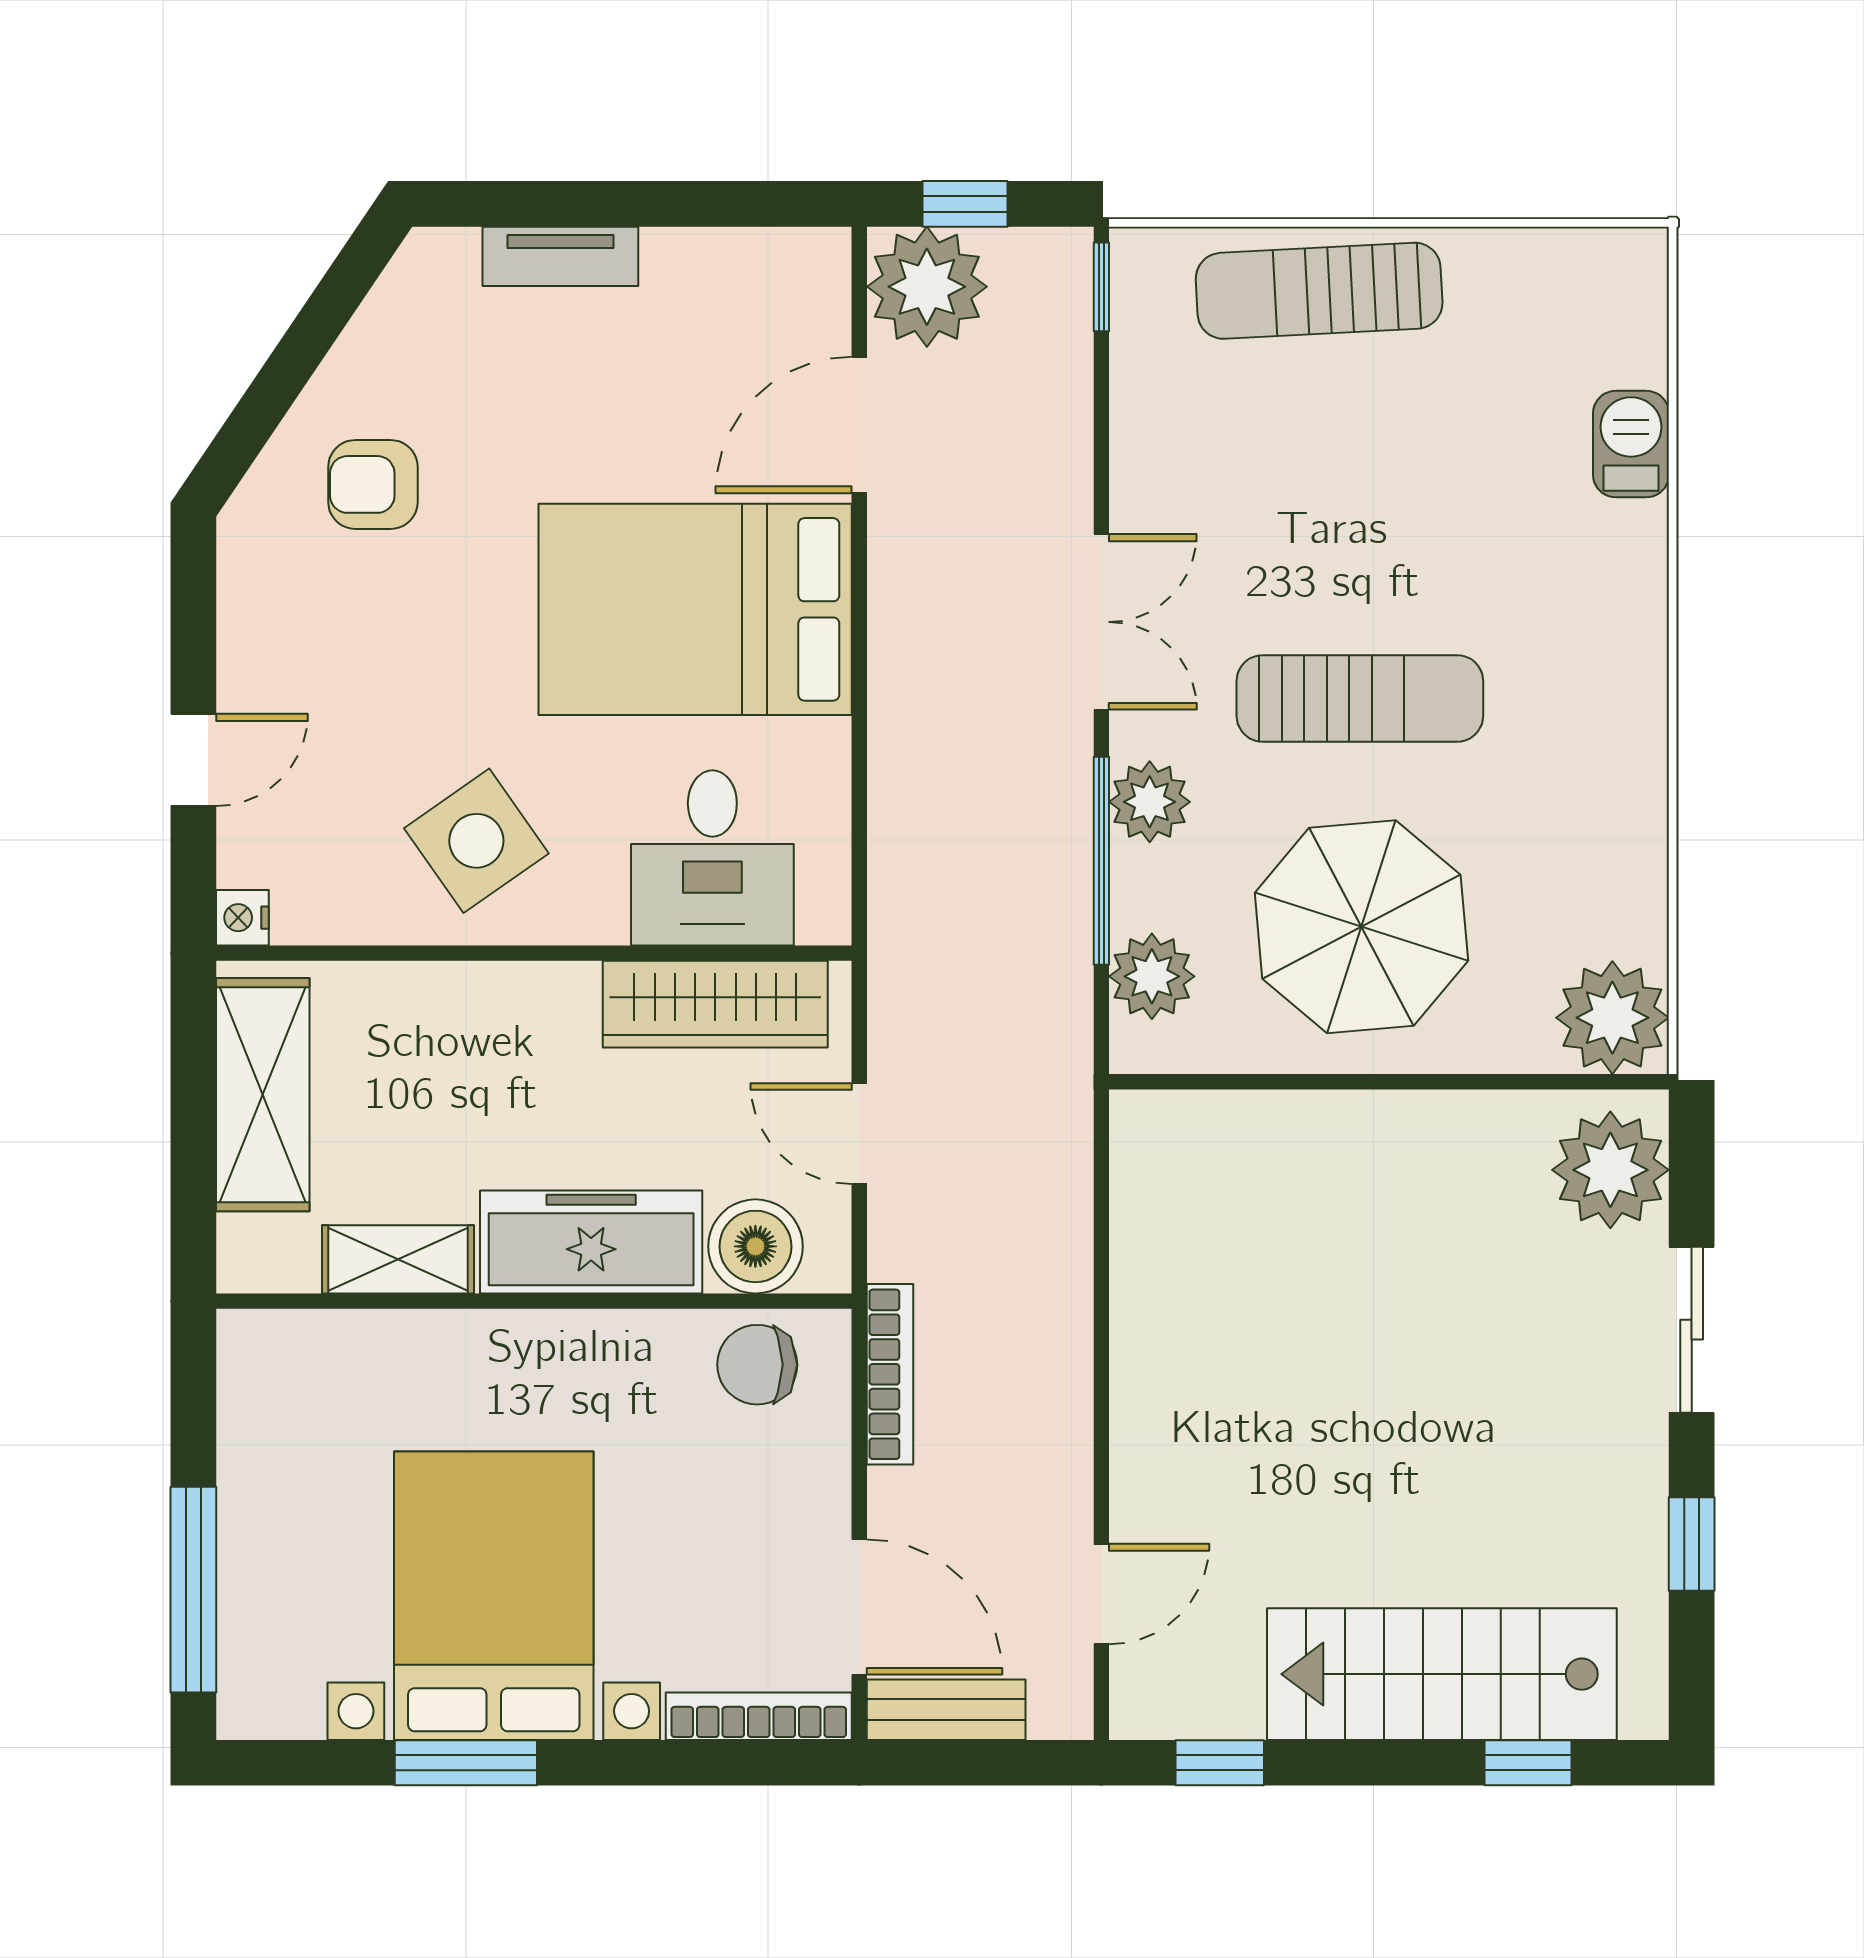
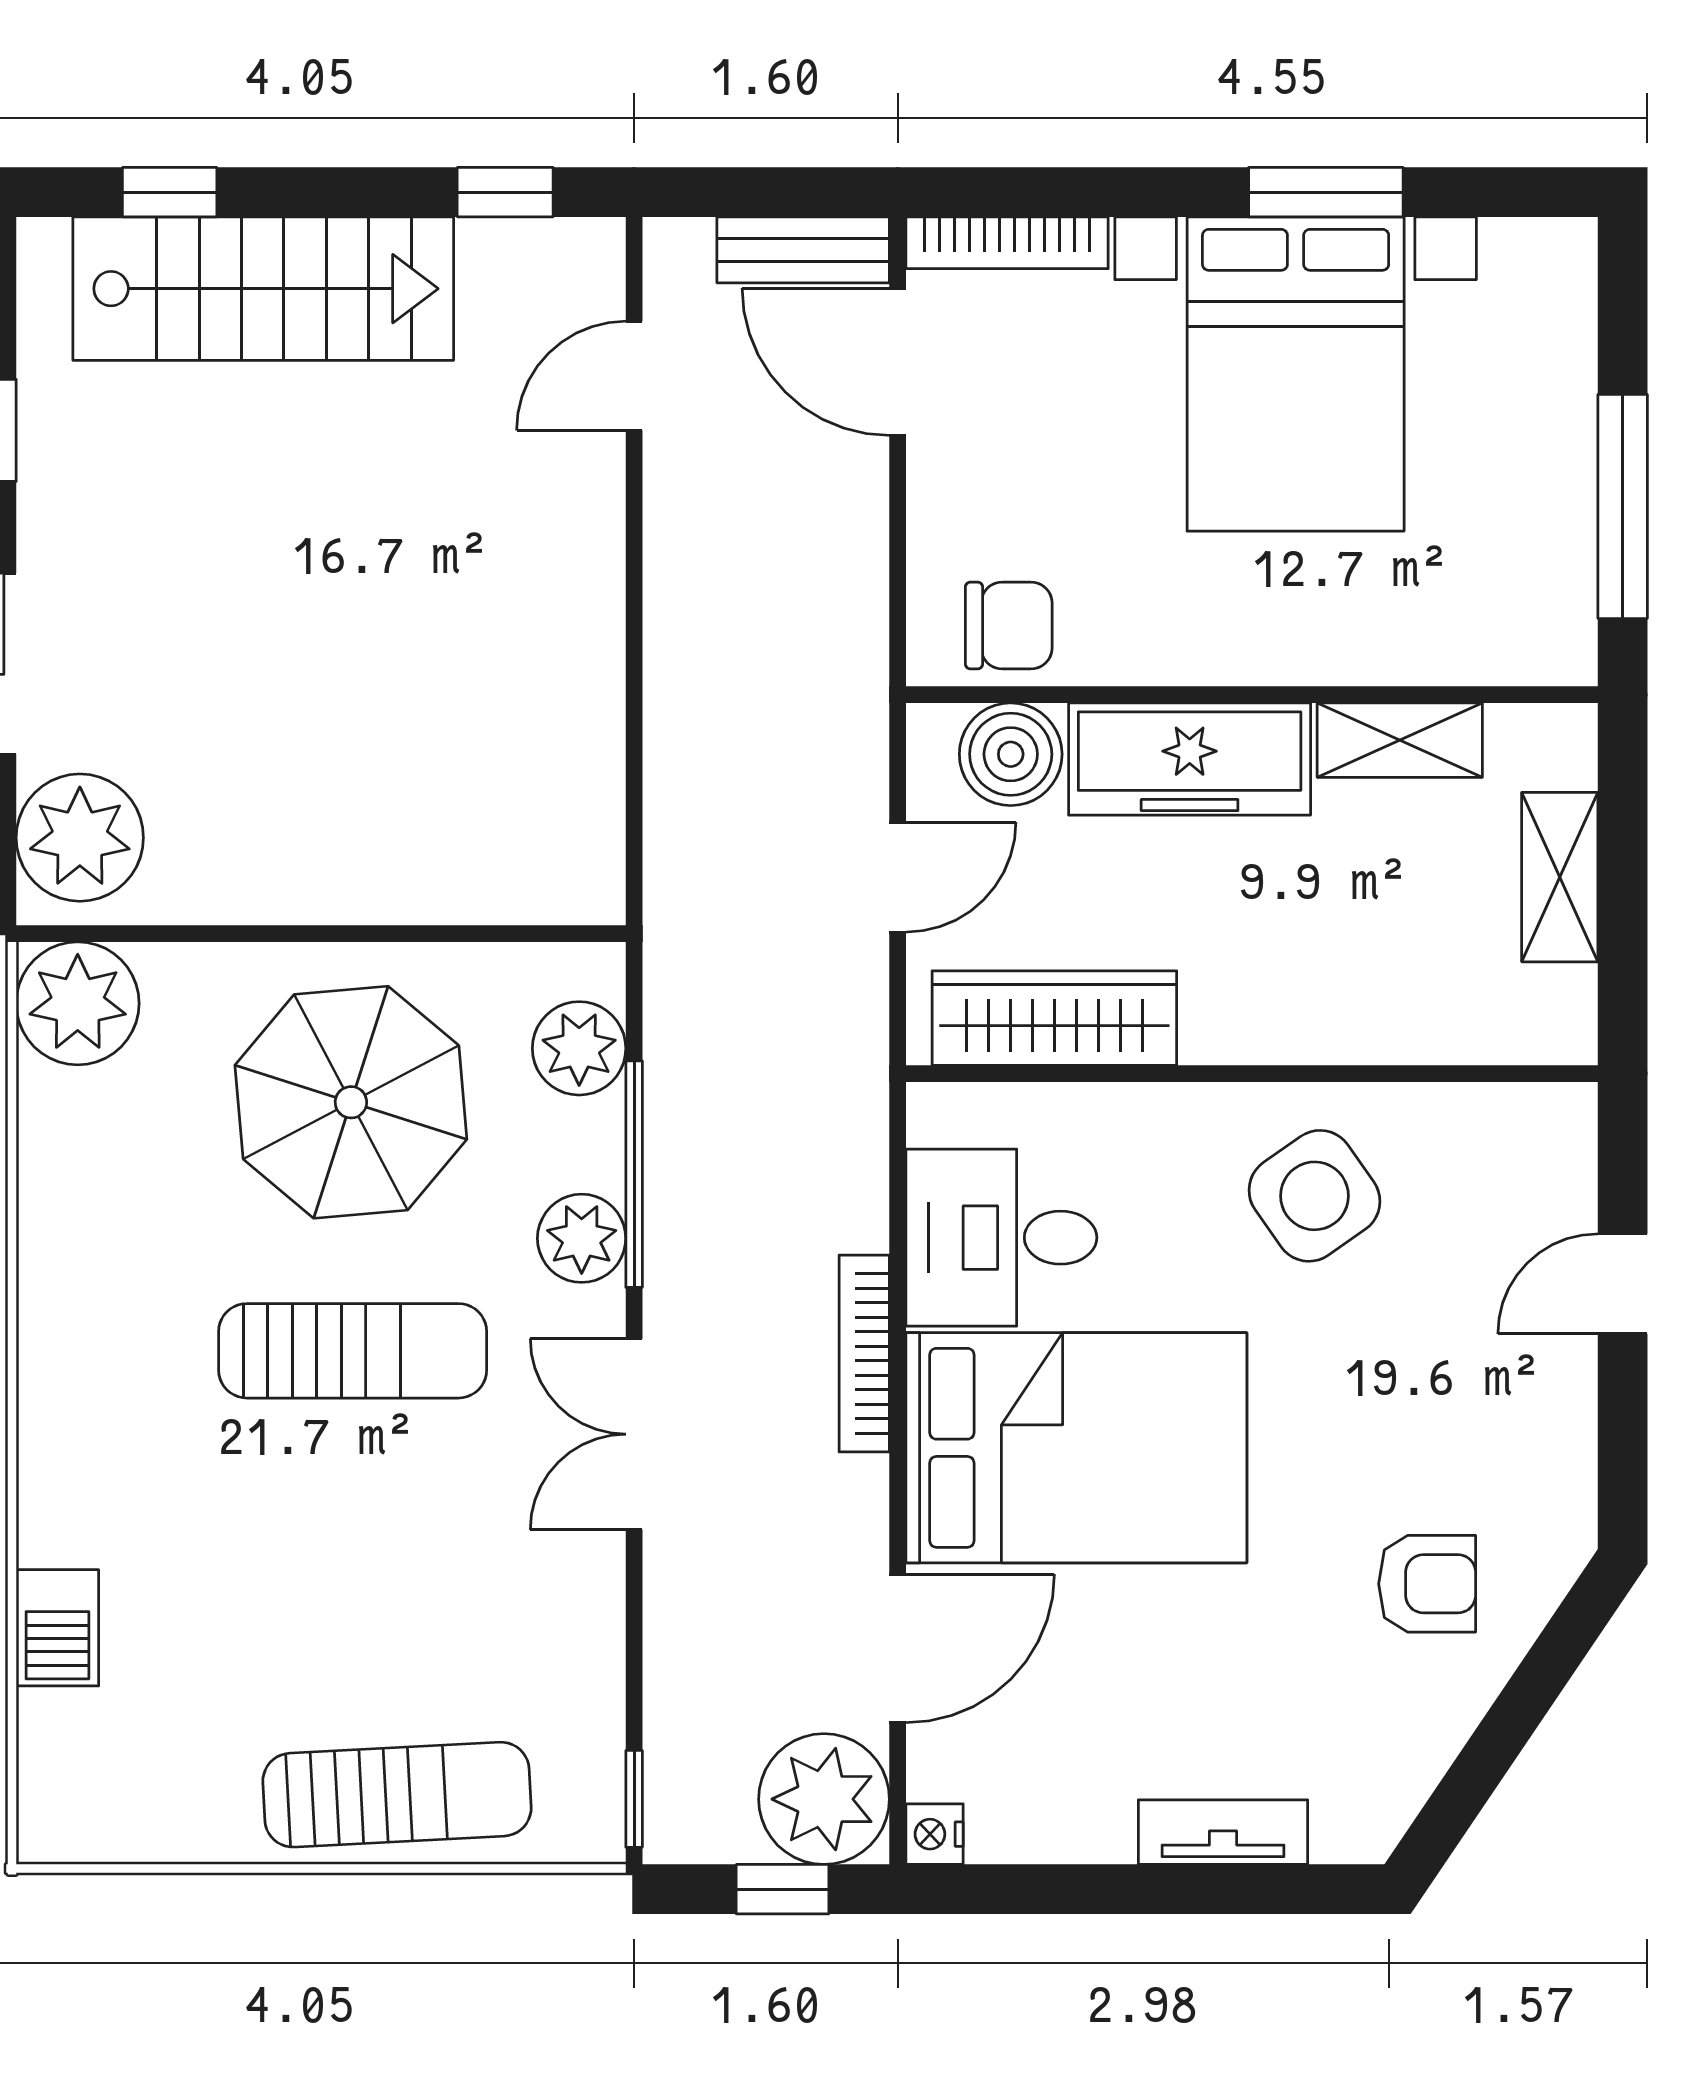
sun lounger: (1360, 698) -> (353, 1351), turned 180
desk: (712, 858) -> (1001, 1238), moved, turned -90
nightstand: (242, 918) -> (935, 1834), moved, turned 180
shelving: (263, 1095) -> (1560, 877), width x0.67, depth x0.75
door: (859, 1134) -> (898, 877), hinge flipped
bookcase: (890, 1374) -> (864, 1353), moved
window: (193, 1590) -> (1623, 506), moved

